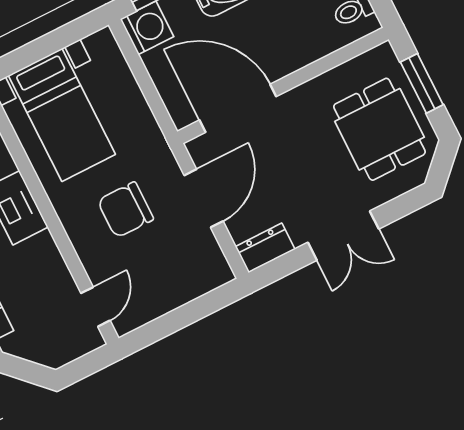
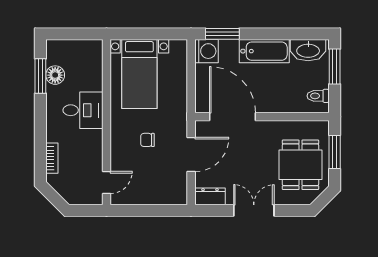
chair: (125, 210) -> (148, 140), width x0.54, depth x0.54
double door: (343, 236) -> (254, 210), swing flipped

